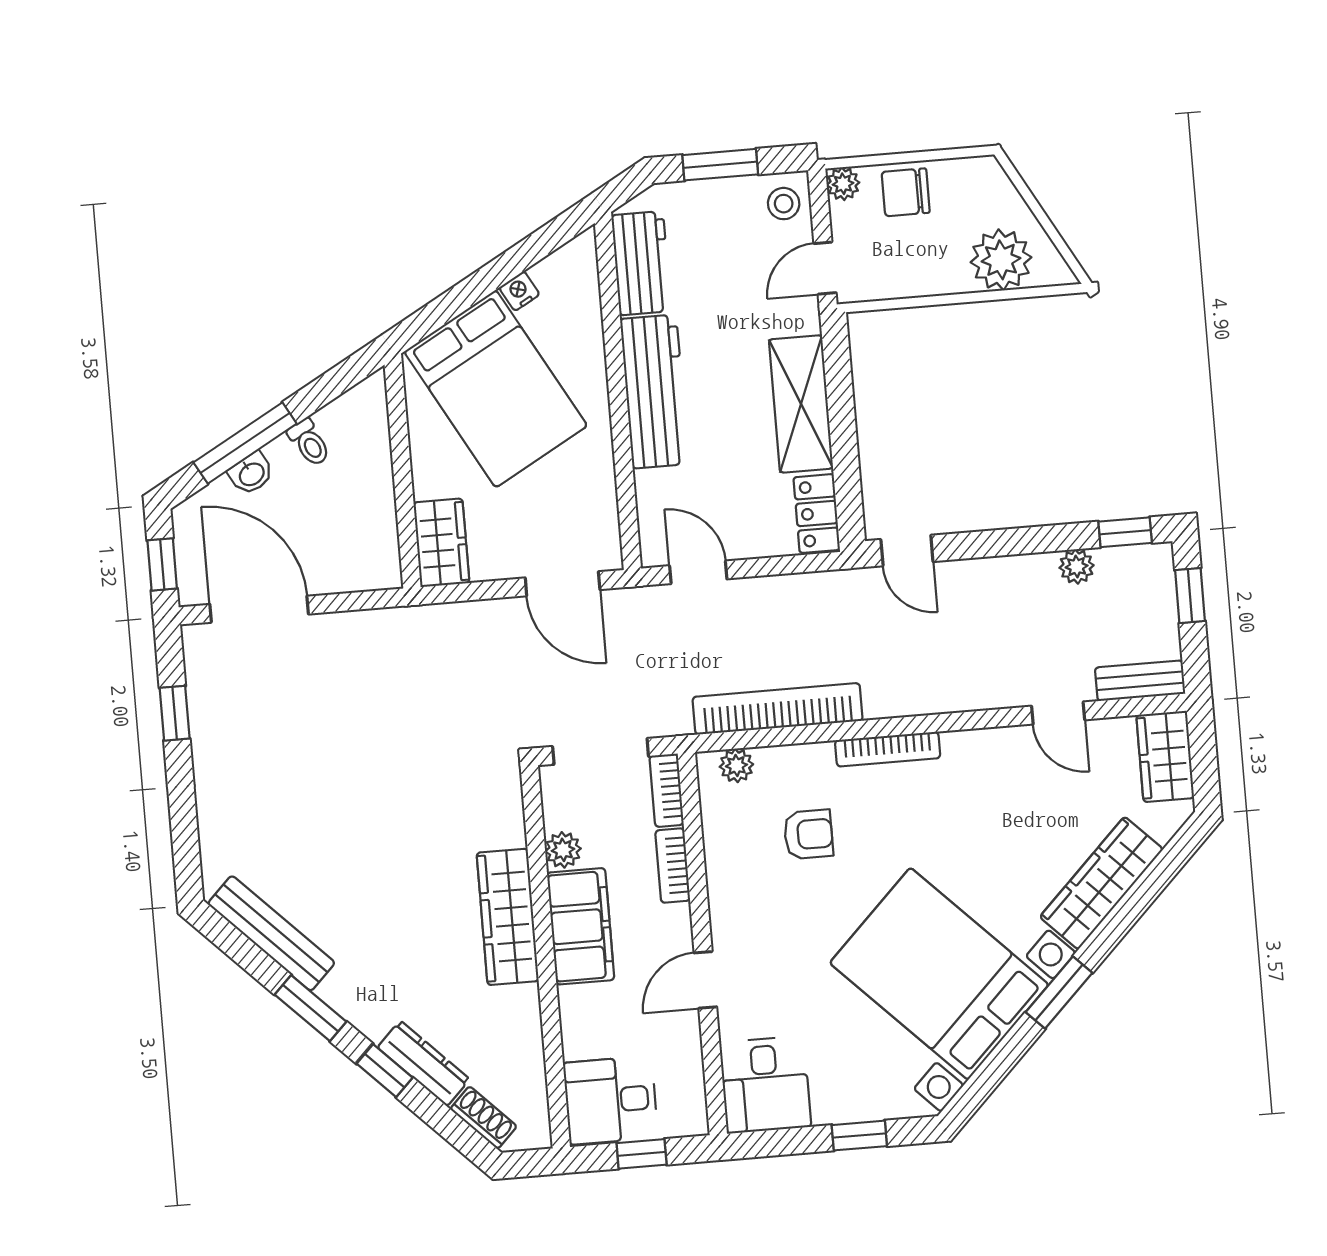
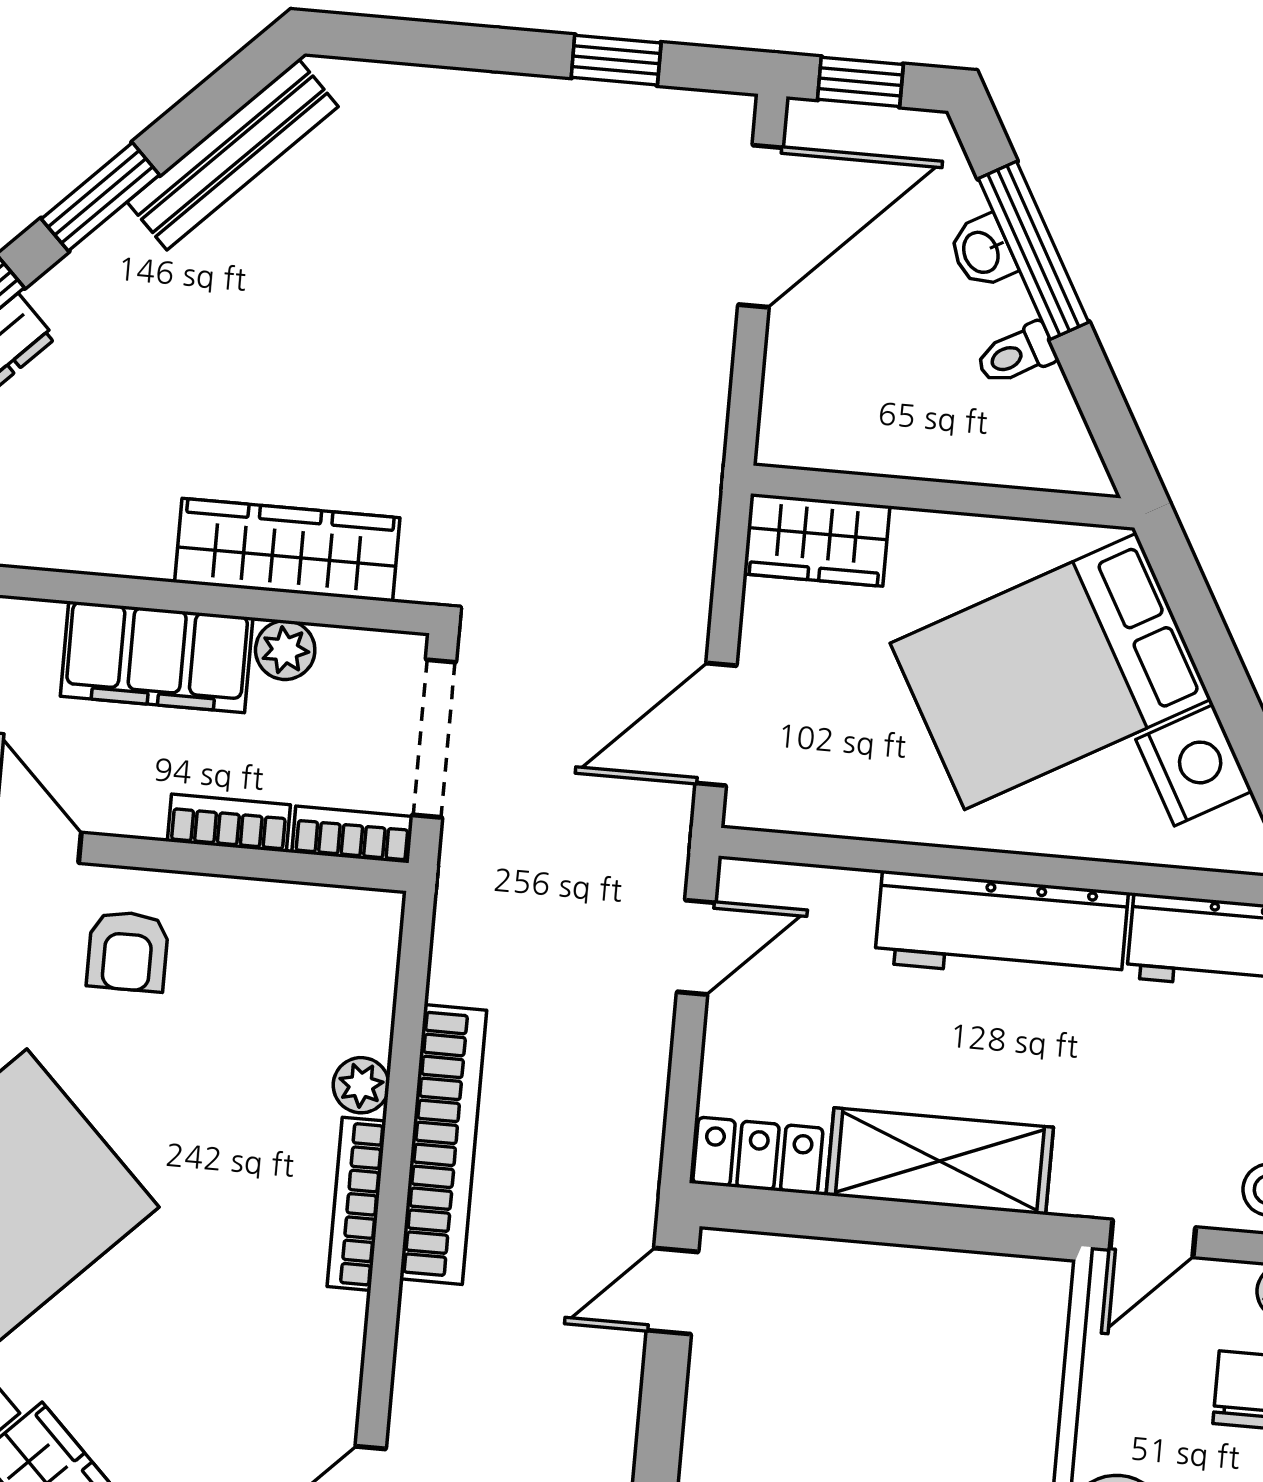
door: (825, 268) -> (1153, 1238), swing flipped
nightstand: (519, 291) -> (1194, 765), width x1.89, depth x1.79
bookcase: (778, 709) -> (443, 1144), moved
plant: (736, 766) -> (361, 1085), moved
armchair: (808, 834) -> (128, 951), moved
wardrobe: (508, 917) -> (287, 550), moved

